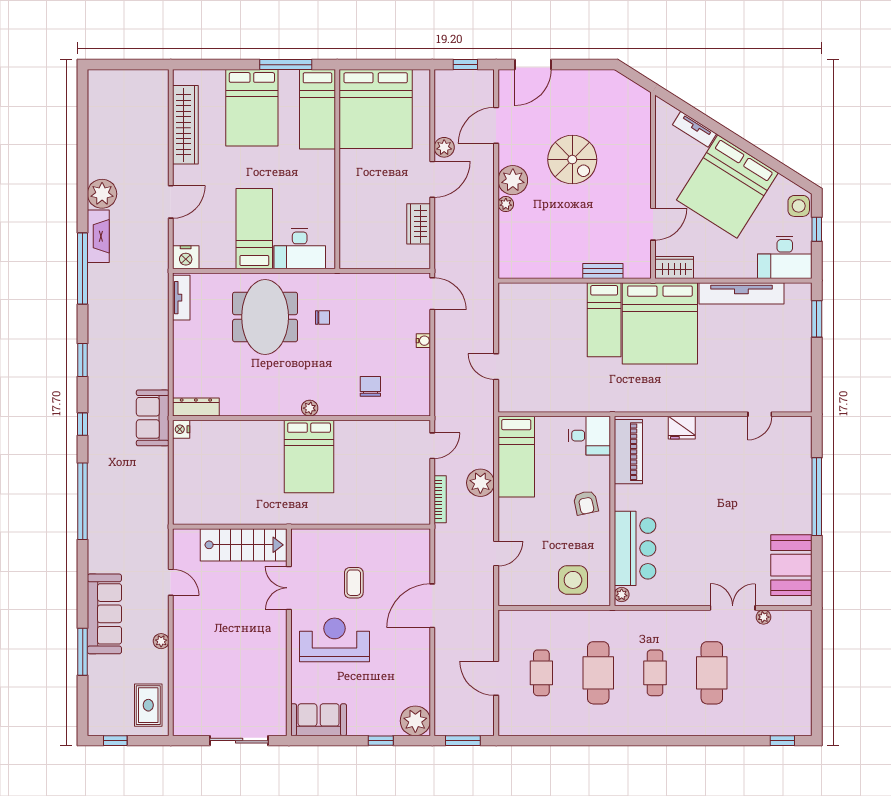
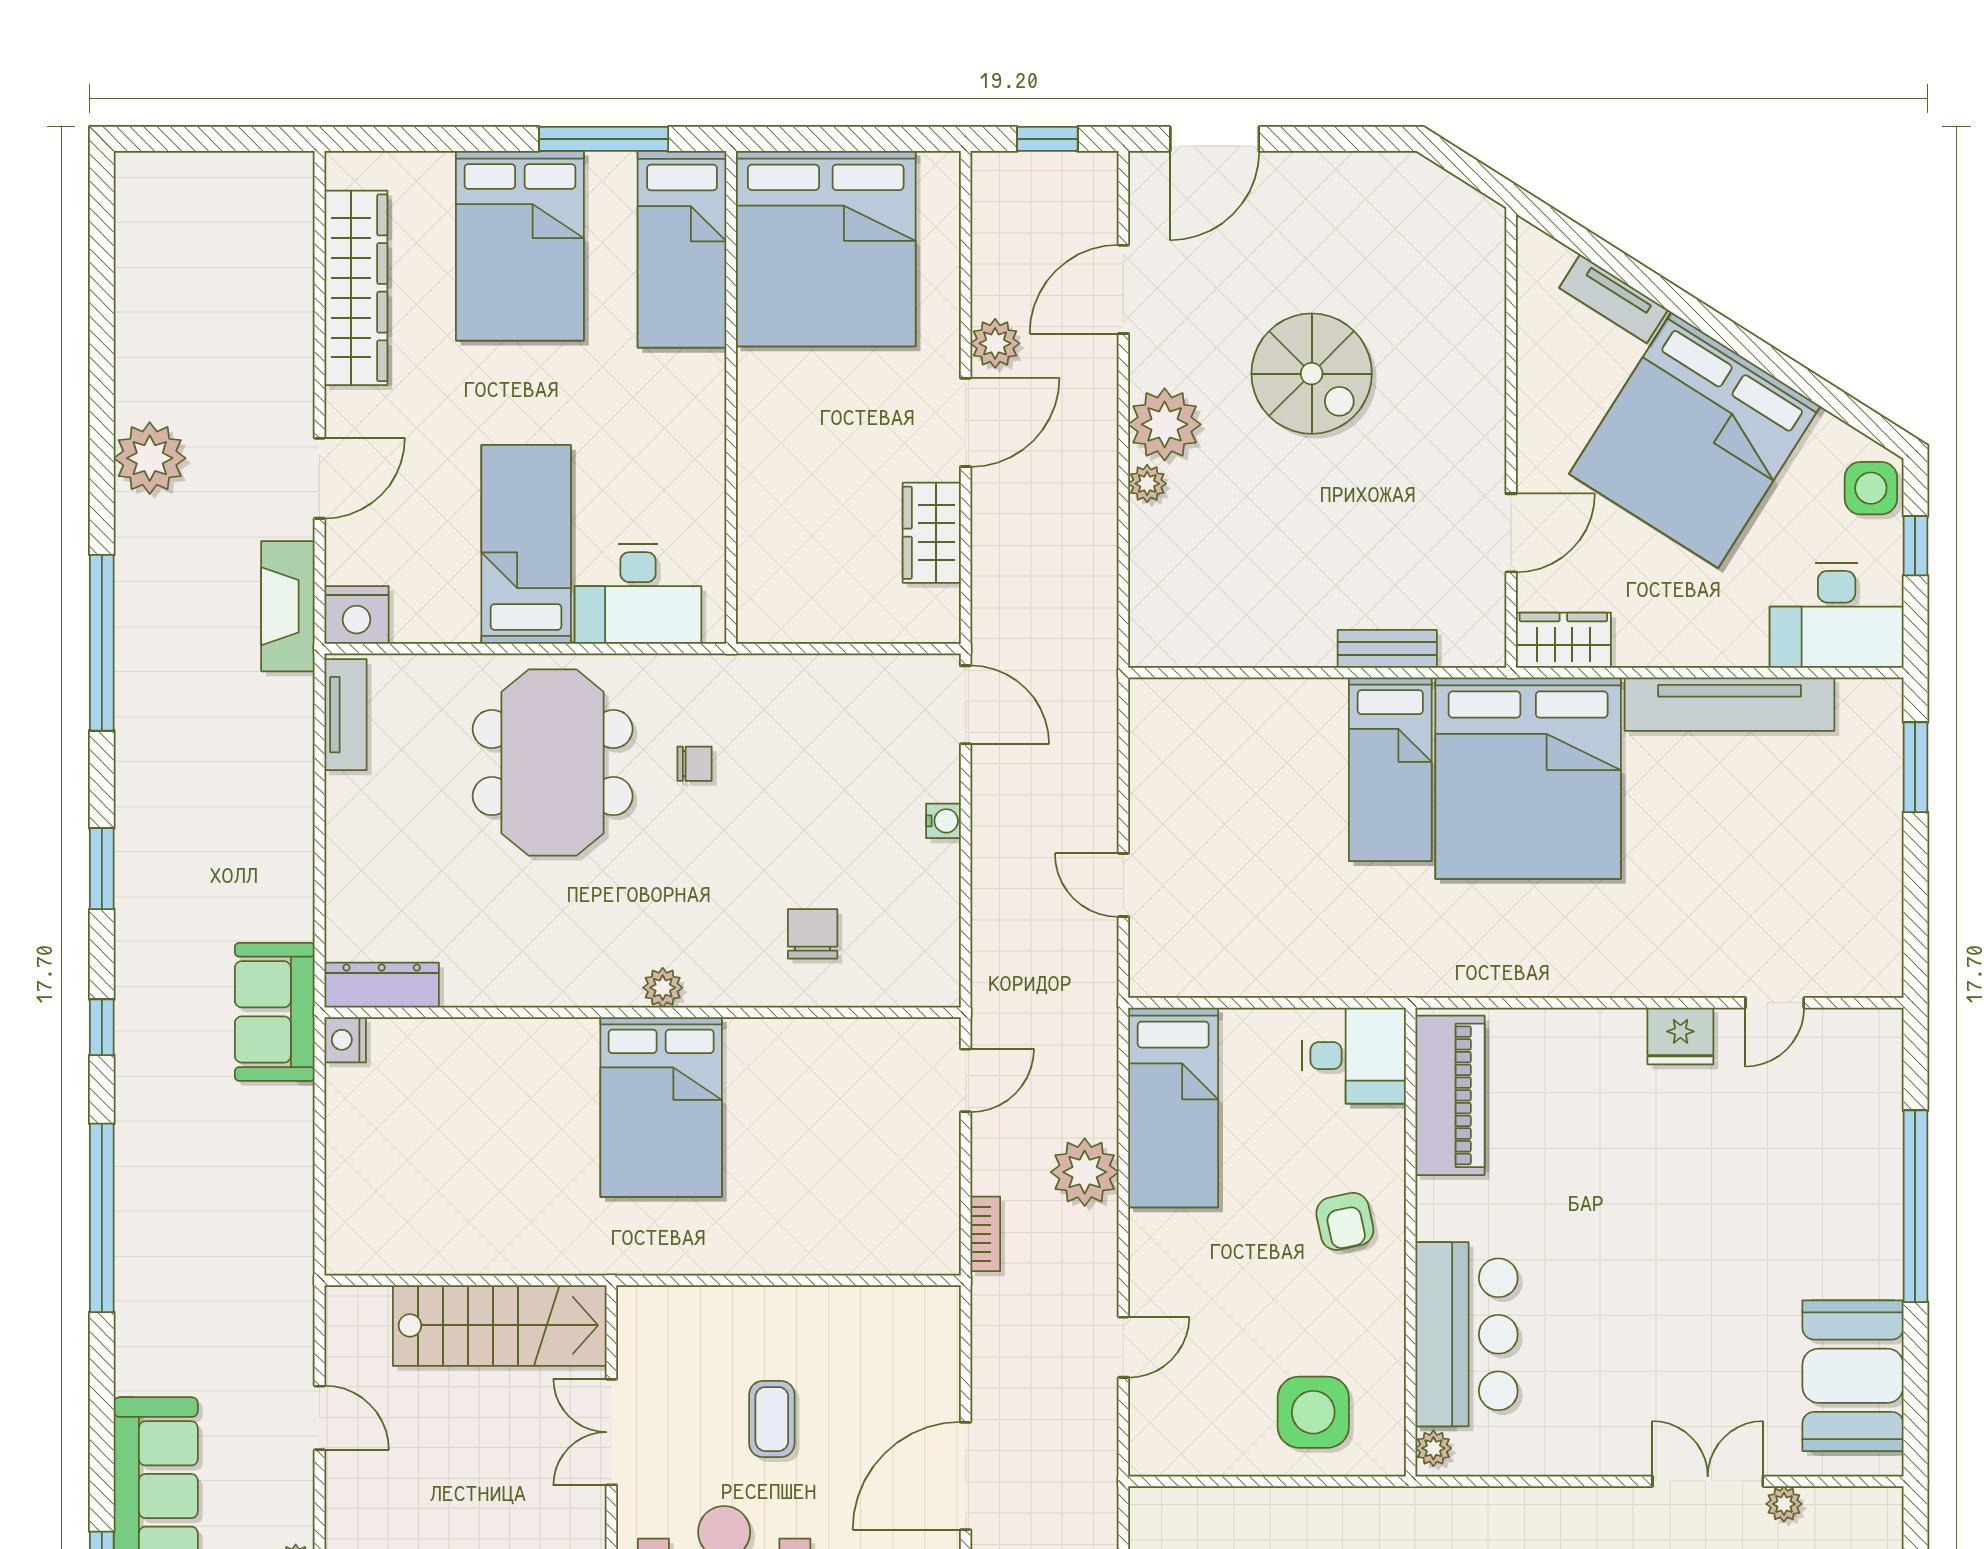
fireplace: (98, 236) -> (288, 606), moved, turned 180
fridge: (682, 428) -> (1680, 1036), moved
bookcase: (440, 499) -> (985, 1234), width x0.64

